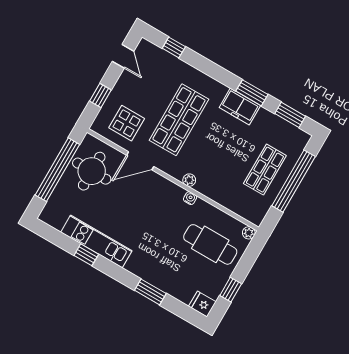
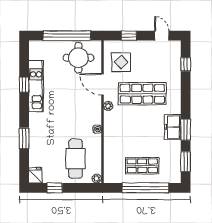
door: (123, 56) -> (162, 36), swing flipped
plant: (189, 180) -> (108, 106), moved

